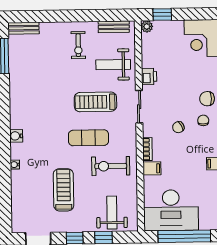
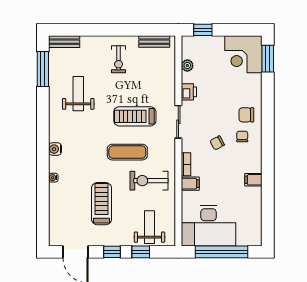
plant: (147, 26) -> (187, 66), moved
weight bench: (113, 65) -> (78, 94), moved, turned 90

